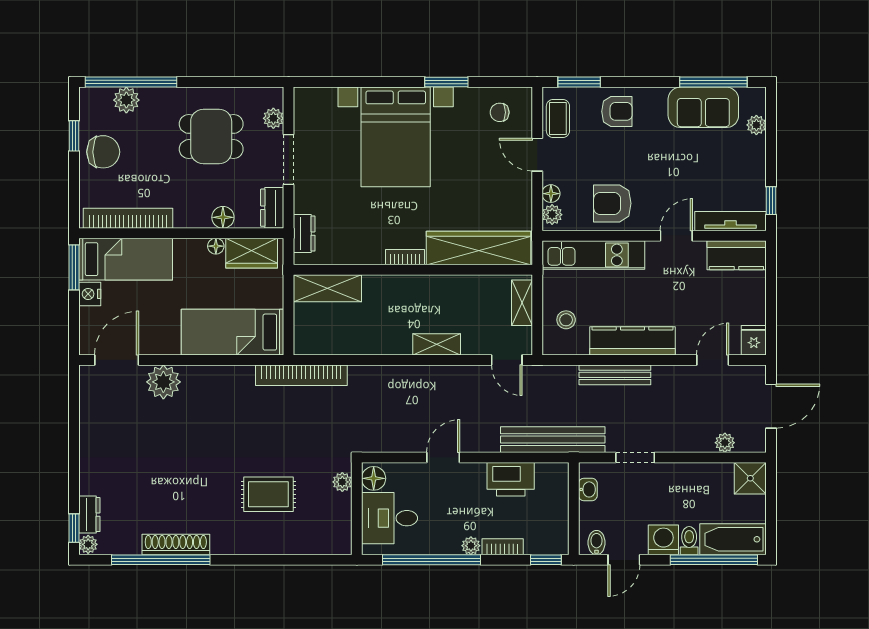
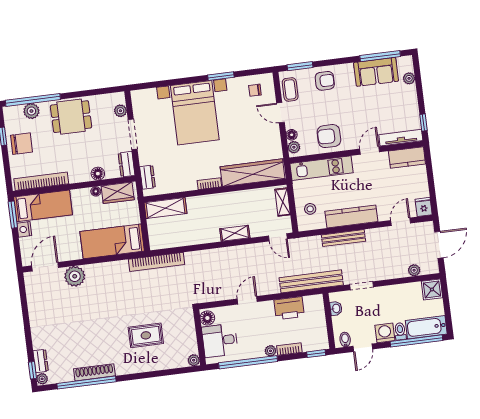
dining table: (211, 136) -> (71, 117), moved
plant: (342, 482) -> (194, 360), moved

